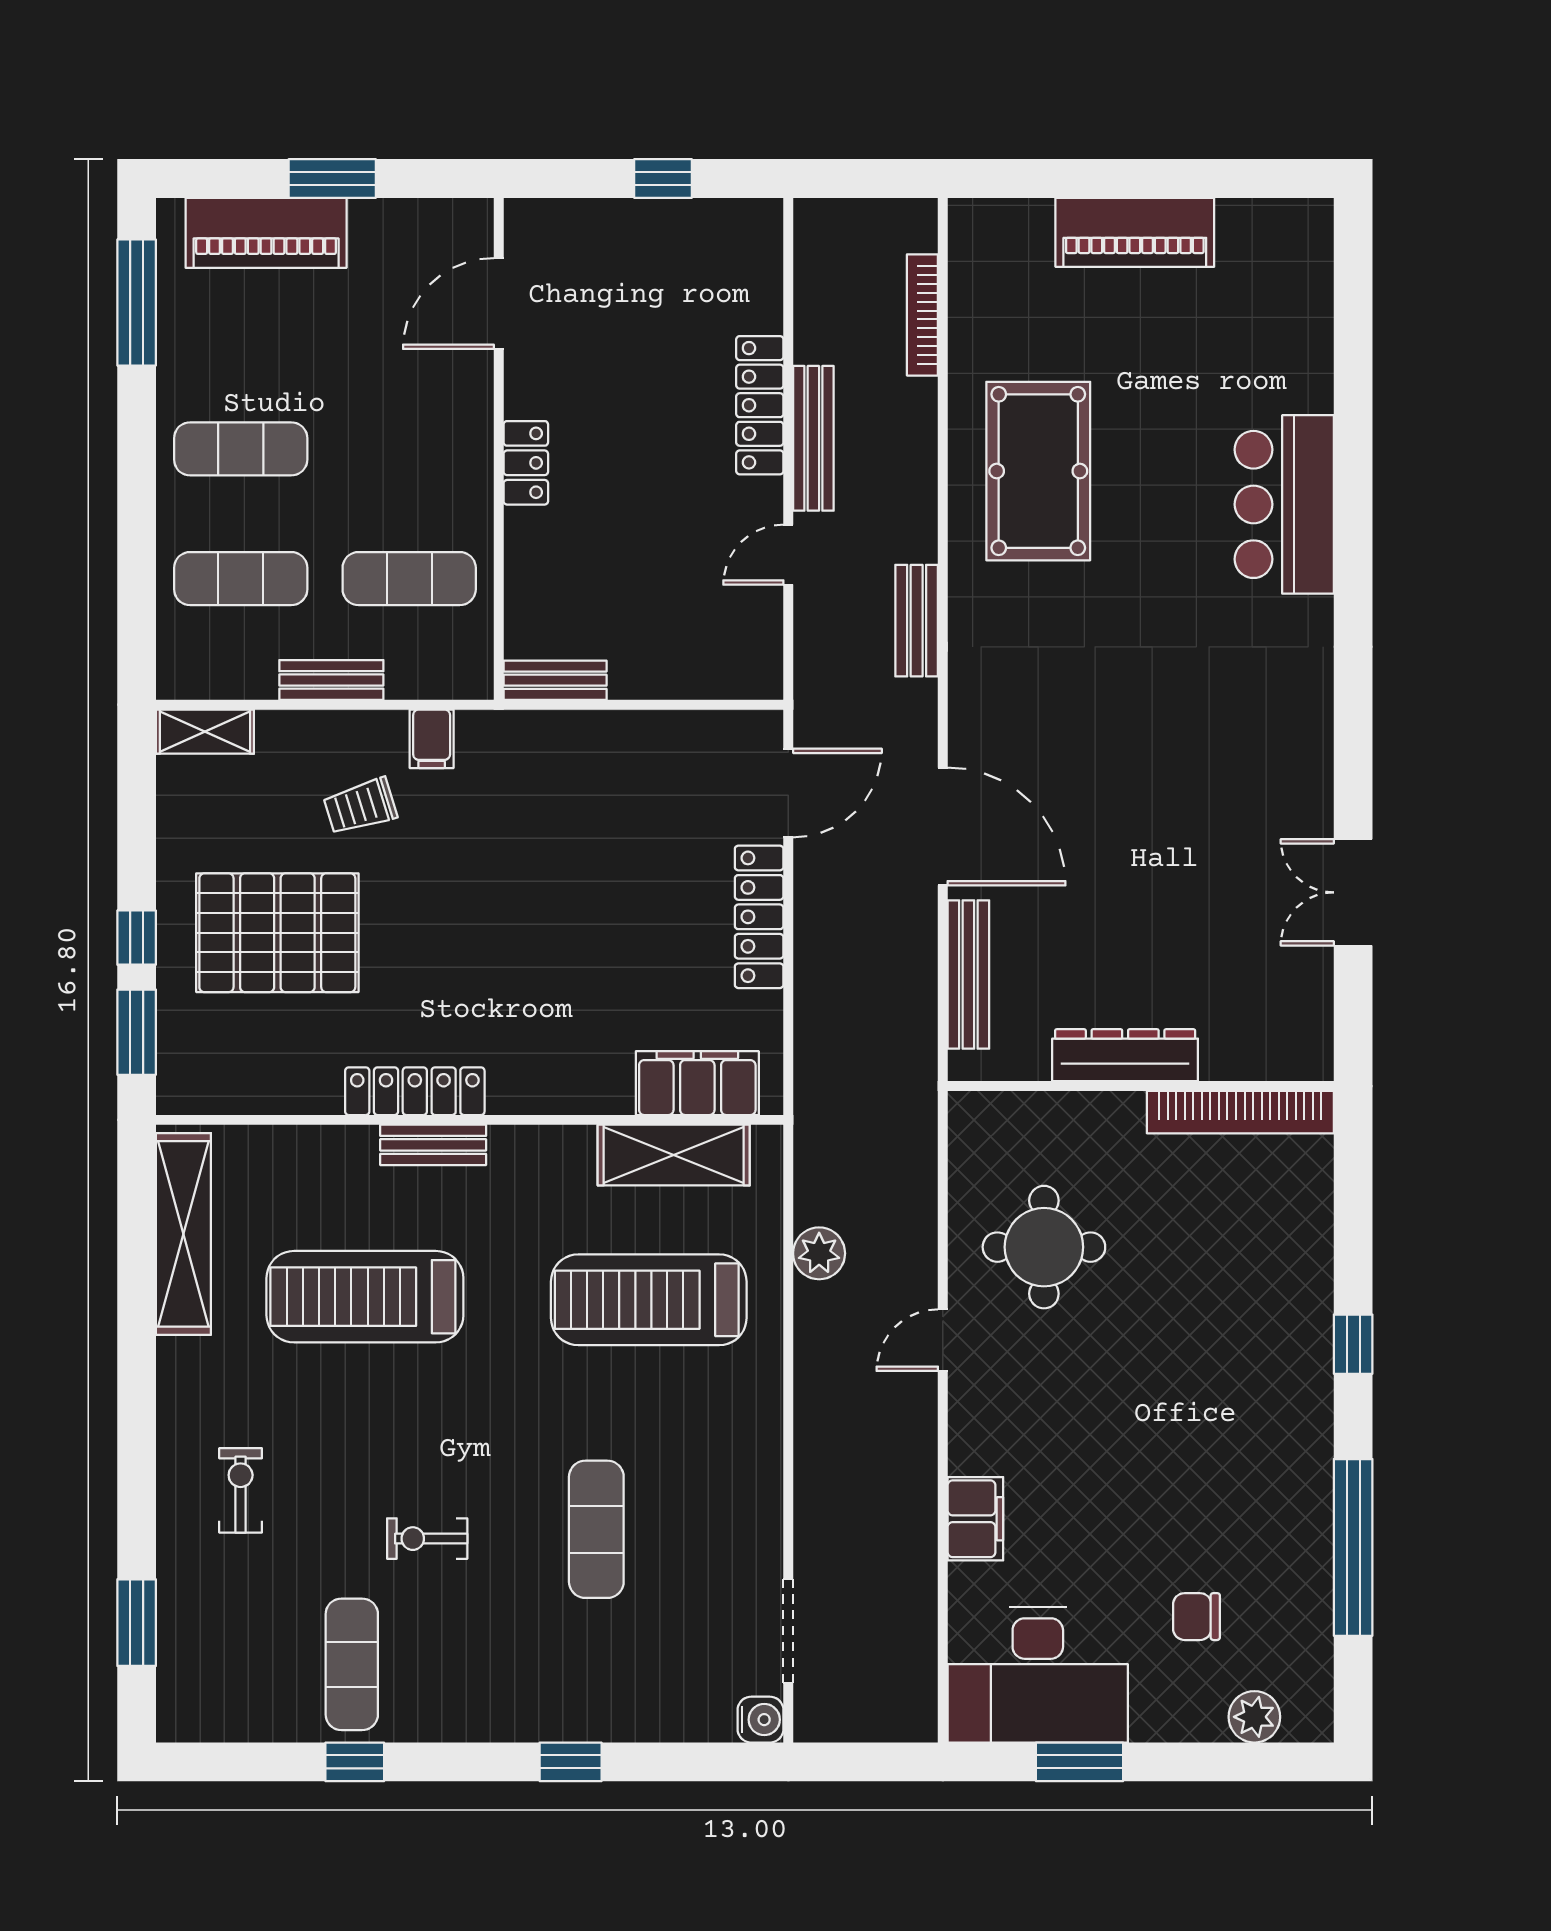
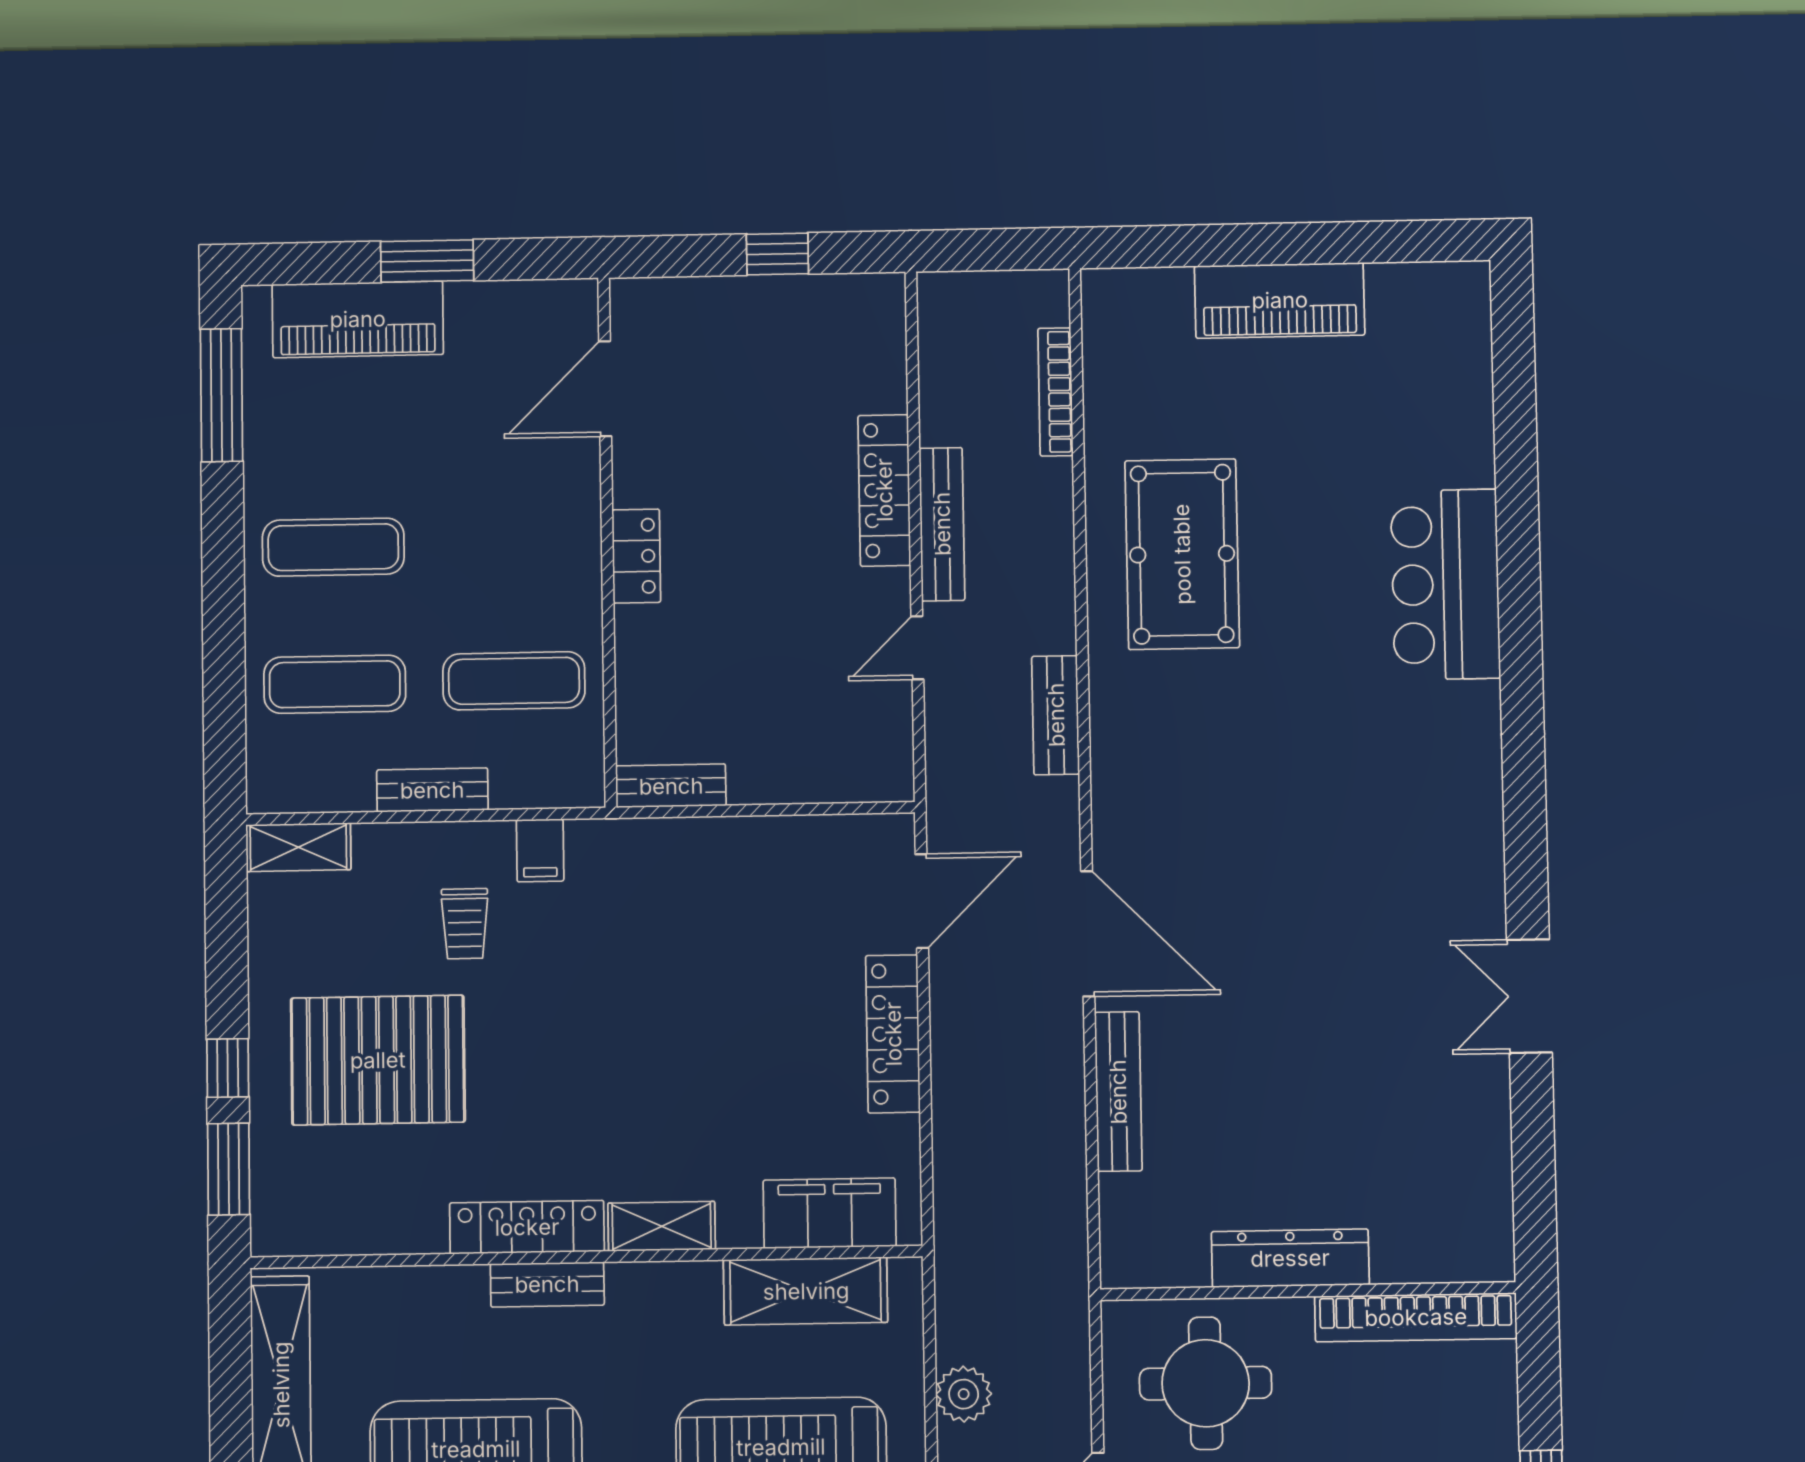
trolley: (360, 806) -> (465, 924), turned -73
dresser: (1125, 1055) -> (1290, 1258), moved
wall: (1141, 1086) -> (1308, 1291), moved
shelving: (540, 1093) -> (662, 1226), added
bookcase: (1240, 1112) -> (1416, 1317), moved

